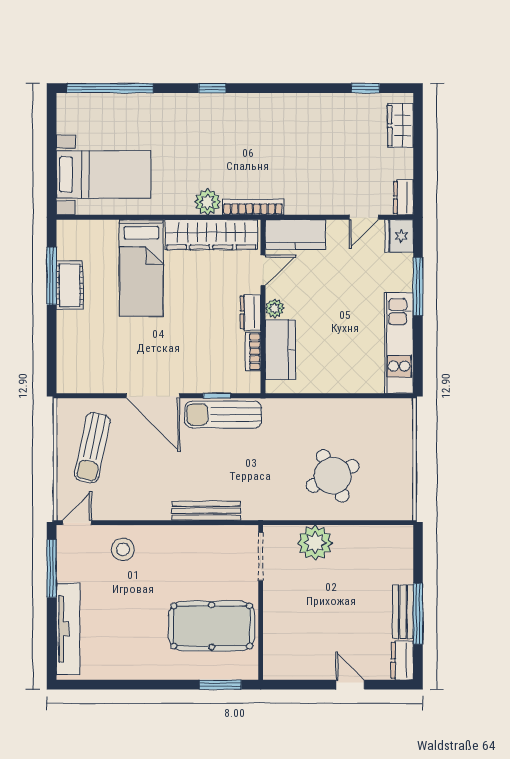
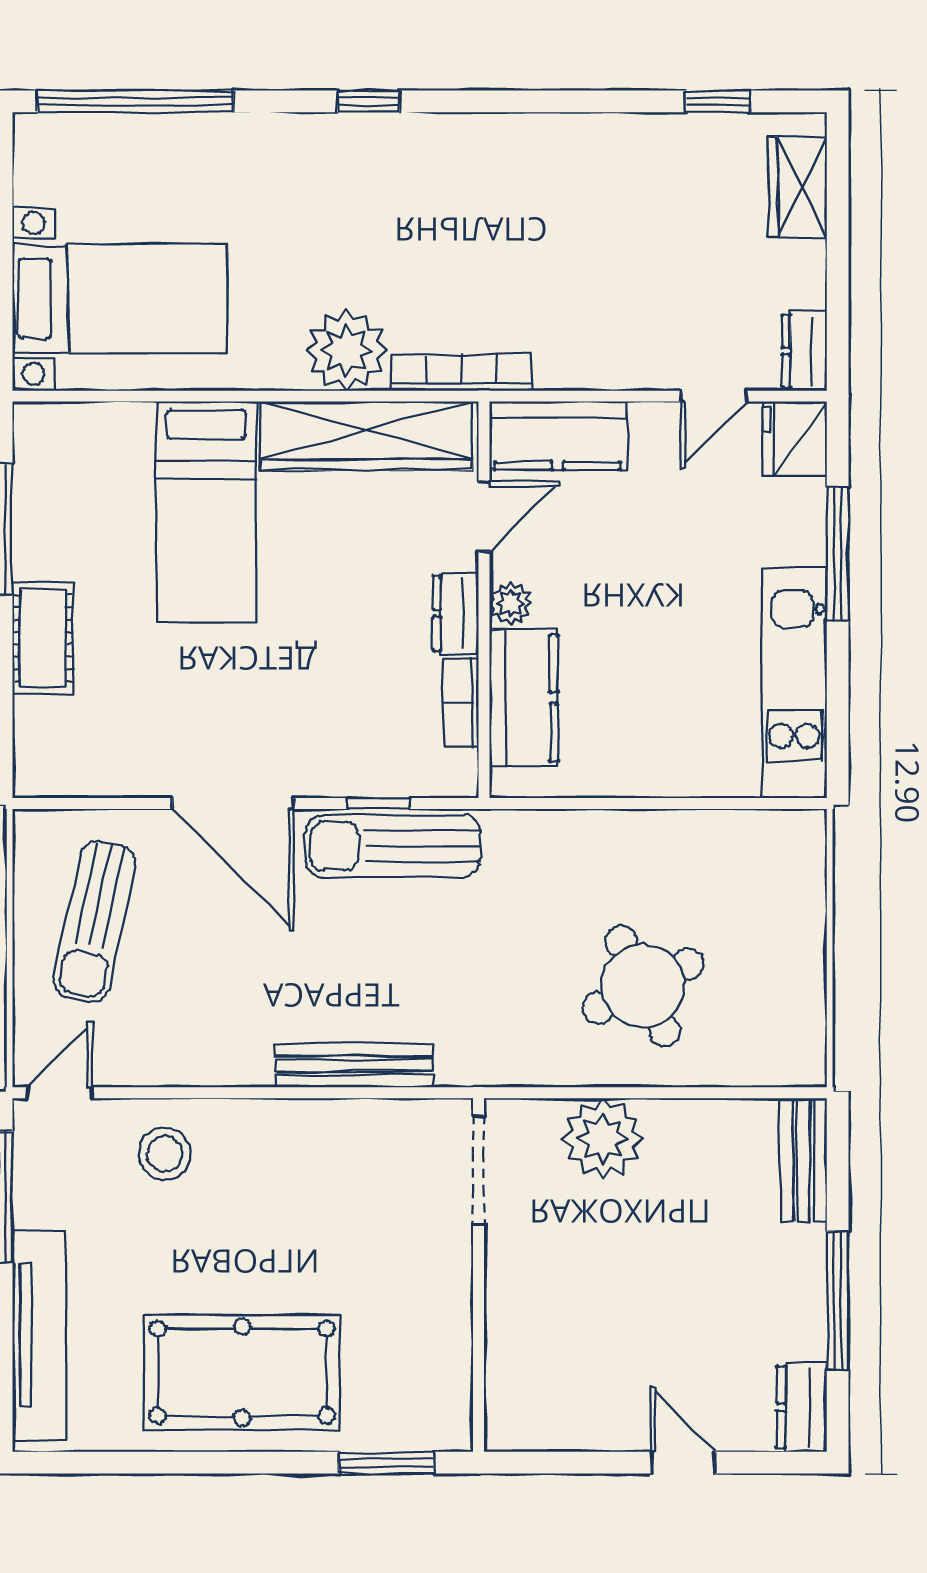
plant: (207, 202) -> (347, 350), width x1.36, depth x1.36
cot: (70, 285) -> (43, 638), moved
bench: (403, 612) -> (803, 1160), moved
pool table: (212, 626) -> (242, 1372), moved

